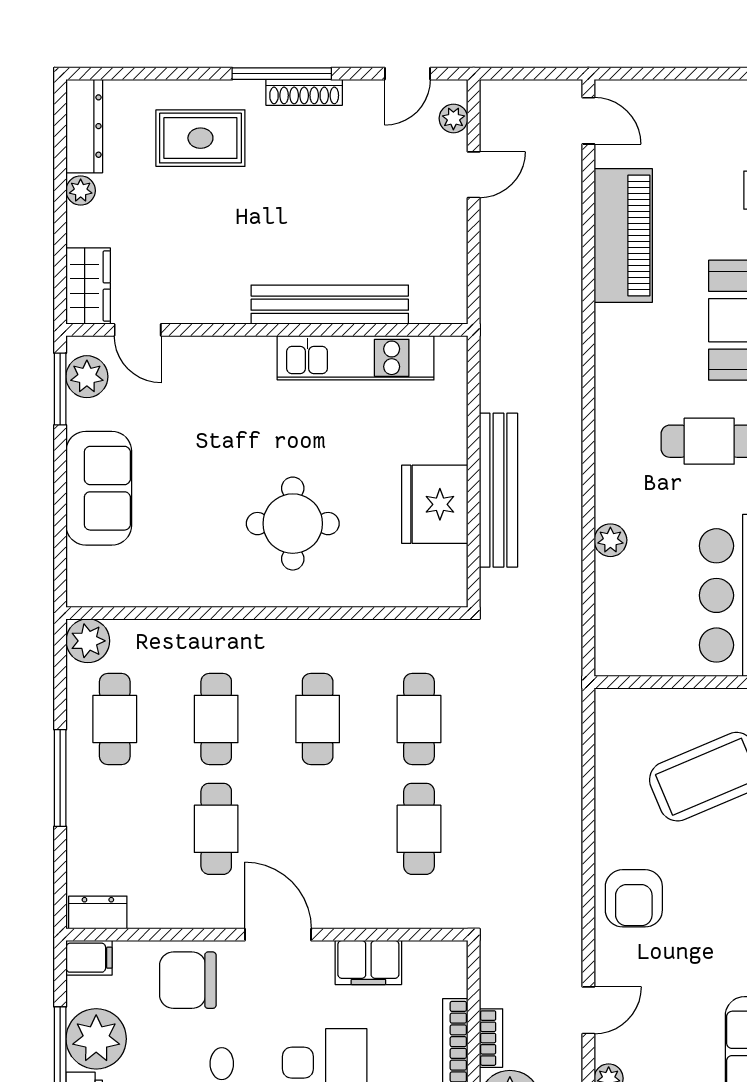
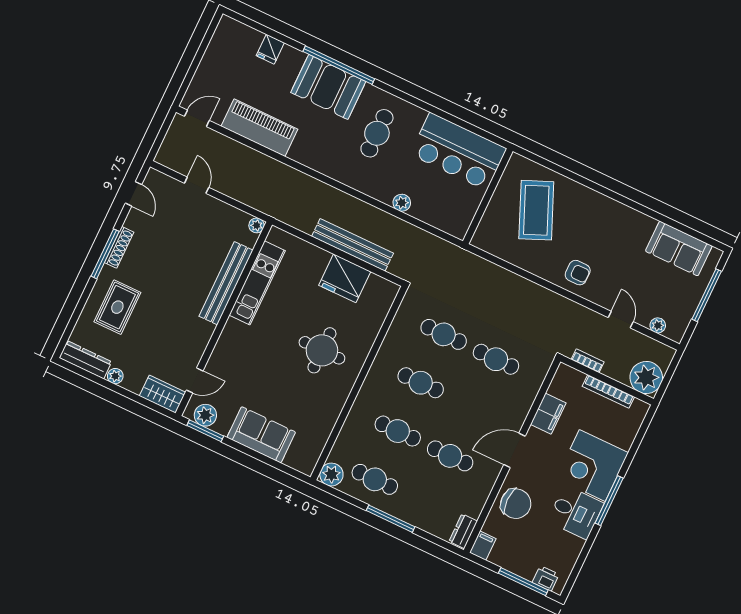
plant: (453, 118) -> (257, 225), moved
armchair: (634, 898) -> (578, 273), width x0.72, depth x0.72
chair: (188, 980) -> (516, 504), turned -90
bookcase: (491, 1038) -> (588, 361), moved
plant: (96, 1039) -> (523, 561), removed

